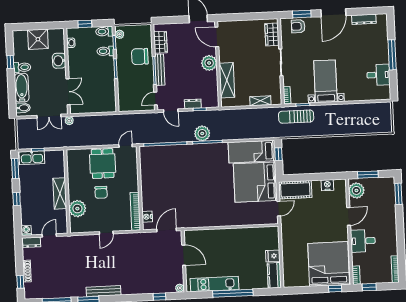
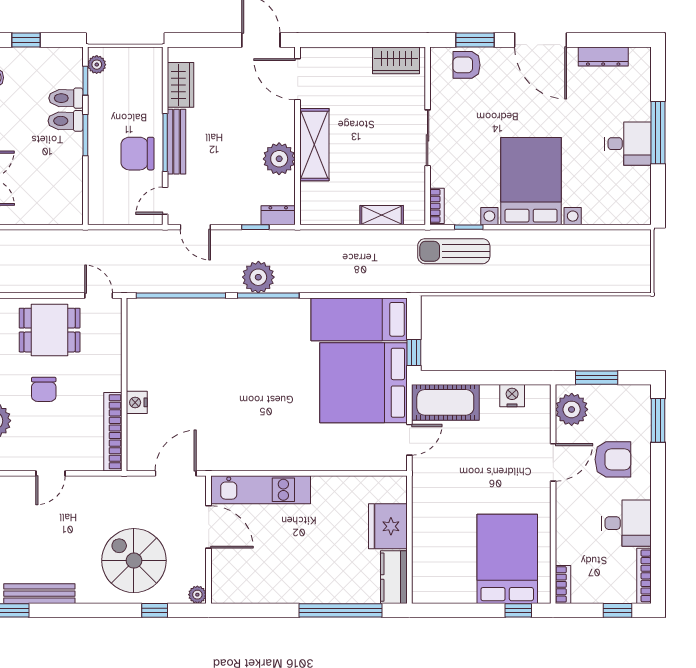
door: (333, 13) -> (541, 40), hinge flipped
toilet: (104, 31) -> (66, 121), moved
wardrobe: (272, 34) -> (396, 60), moved, turned -90
chair: (140, 57) -> (138, 154), moved
plant: (209, 63) -> (279, 159), moved
desk: (378, 75) -> (628, 144), moved
shelving: (227, 80) -> (314, 145), moved
bed with nightstands: (325, 81) -> (531, 181), width x1.36
dresser: (193, 104) -> (278, 215), moved
door: (126, 146) -> (99, 295), hinge flipped
window: (278, 154) -> (414, 353), moved
dining table: (103, 164) -> (50, 330), turned 90
armchair: (377, 214) -> (613, 459), added
nightstand: (147, 217) -> (137, 402), moved
desk: (363, 241) -> (626, 523), moved, turned 180
fridge: (273, 256) -> (388, 526), width x1.88, depth x1.34
bed: (329, 264) -> (507, 559), width x0.73
spiral stairs: (148, 273) -> (134, 561), added
kitchen unit: (214, 284) -> (261, 490), moved, turned 180
window: (369, 287) -> (618, 610), moved
window: (233, 293) -> (340, 610), moved

